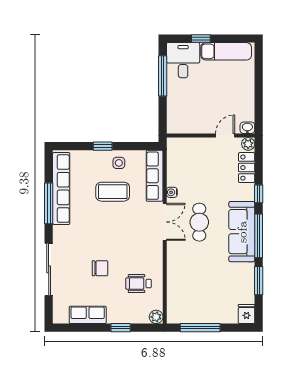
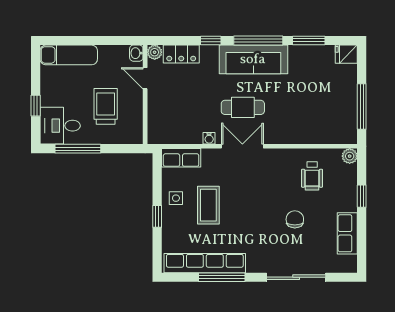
exam couch: (226, 51) -> (69, 55), moved, turned 90
trolley: (200, 101) -> (106, 106), added
row of seats: (155, 176) -> (181, 158), width x0.68

